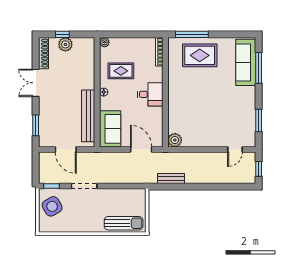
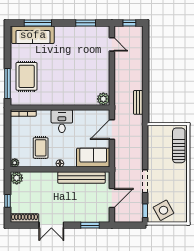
plant: (65, 44) -> (17, 178), moved

